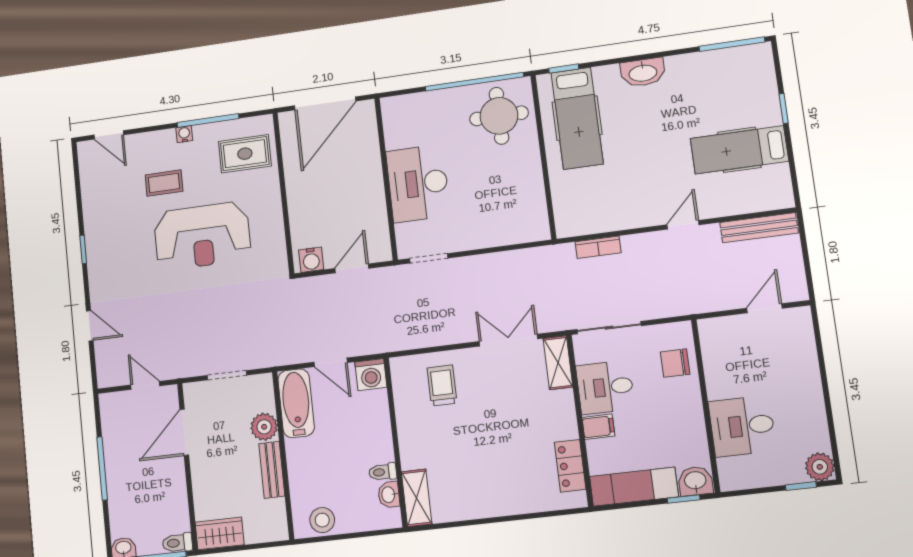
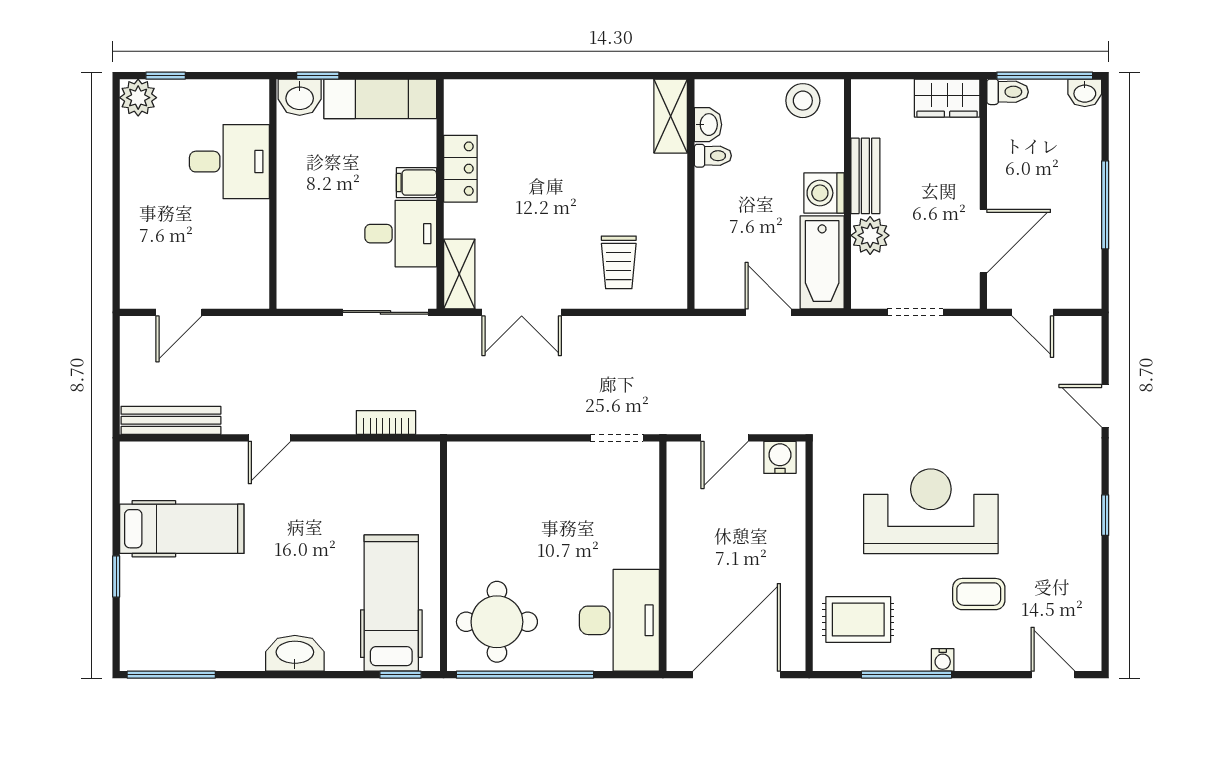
desk: (418, 183) -> (619, 620), moved
chair: (675, 363) -> (305, 255), removed
washing machine: (371, 375) -> (824, 193), moved, turned -90
locker: (570, 466) -> (460, 169), moved

